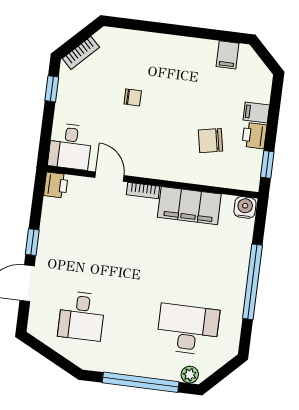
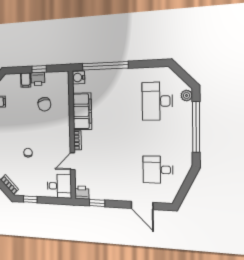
window: (267, 164) -> (39, 69), moved
window: (32, 242) -> (97, 203), moved
window: (252, 282) -> (105, 66), moved
desk: (82, 316) -> (158, 170), turned 180

